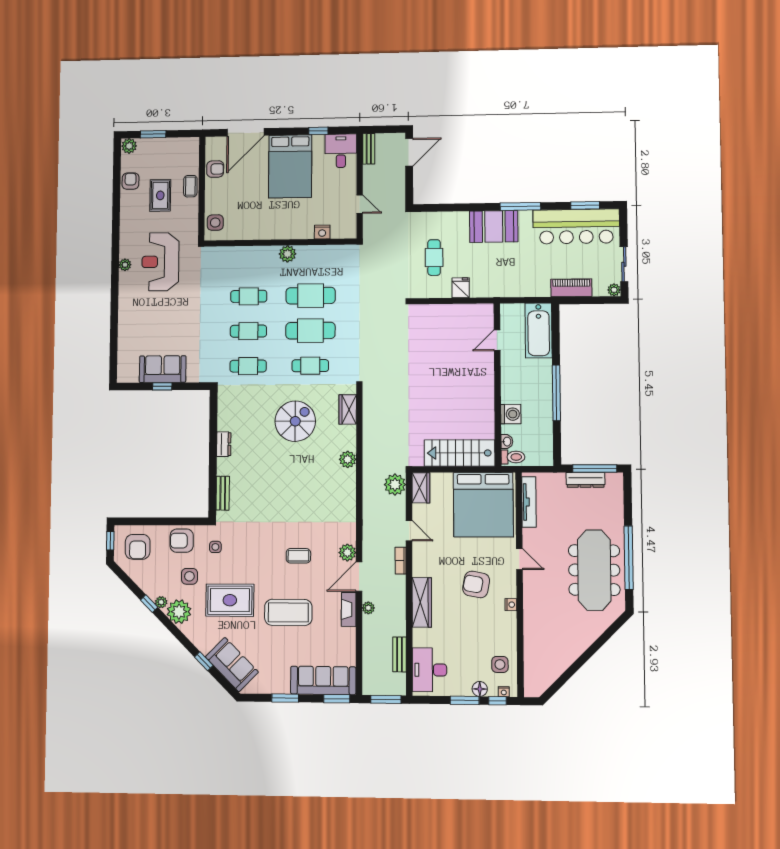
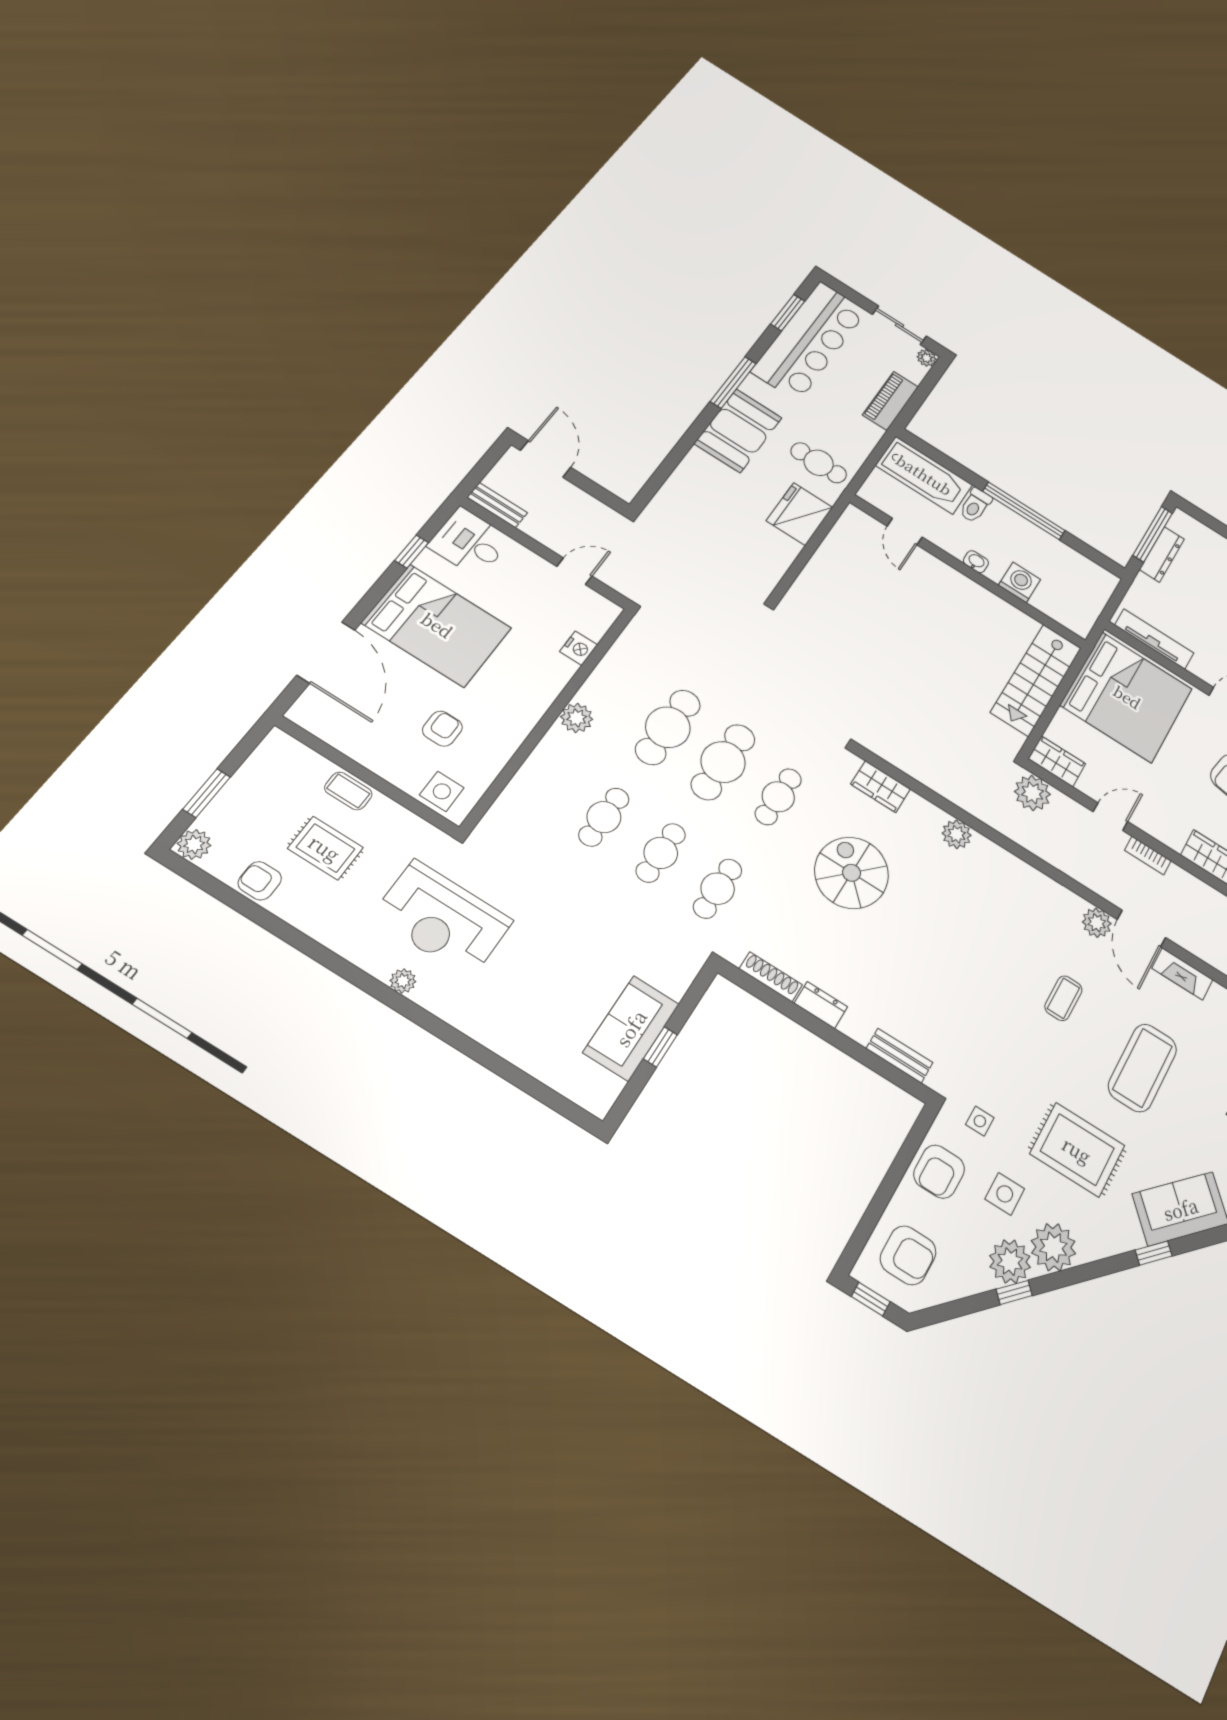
armchair: (215, 169) -> (442, 729), moved
cafe table: (434, 258) -> (819, 463), moved
fridge: (461, 288) -> (800, 514), width x1.88, depth x1.34
shoe rack: (223, 414) -> (771, 977), added
washbasin: (507, 442) -> (976, 562), moved
toilet: (513, 457) -> (975, 505), moved, turned 180
rug: (230, 600) -> (1077, 1150), turned 90
plant: (161, 602) -> (1010, 1262), width x1.88, depth x1.88
plant: (368, 608) -> (1194, 944), removed

